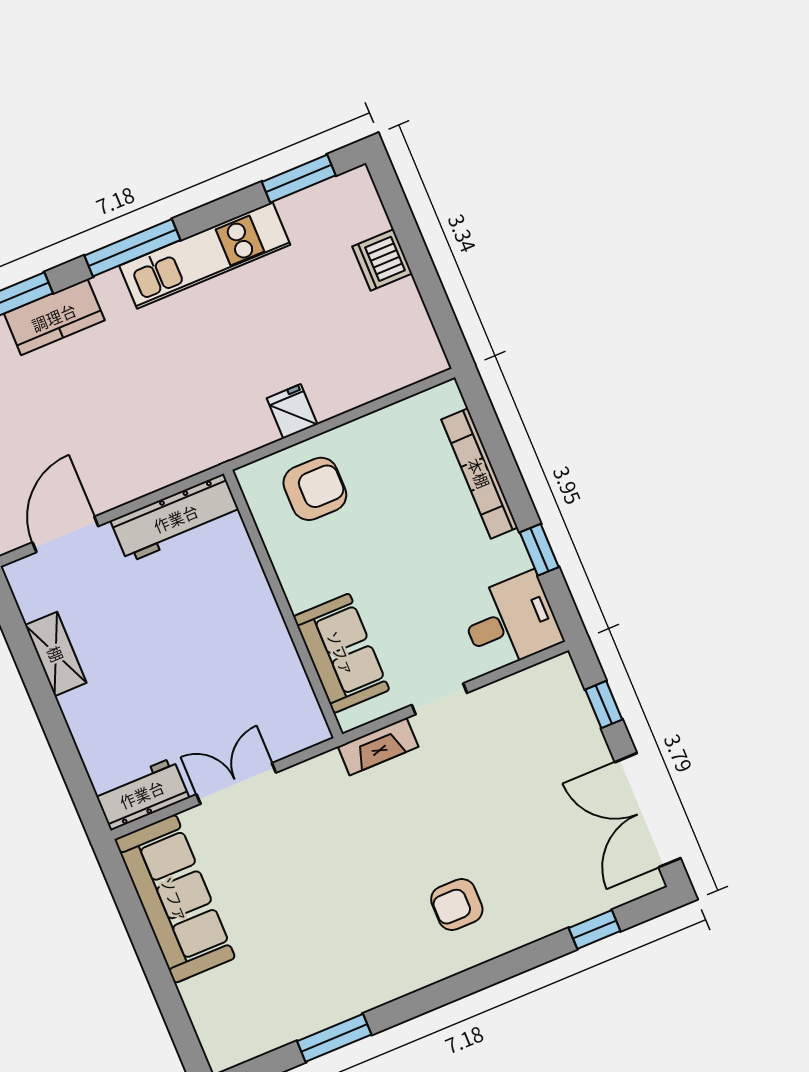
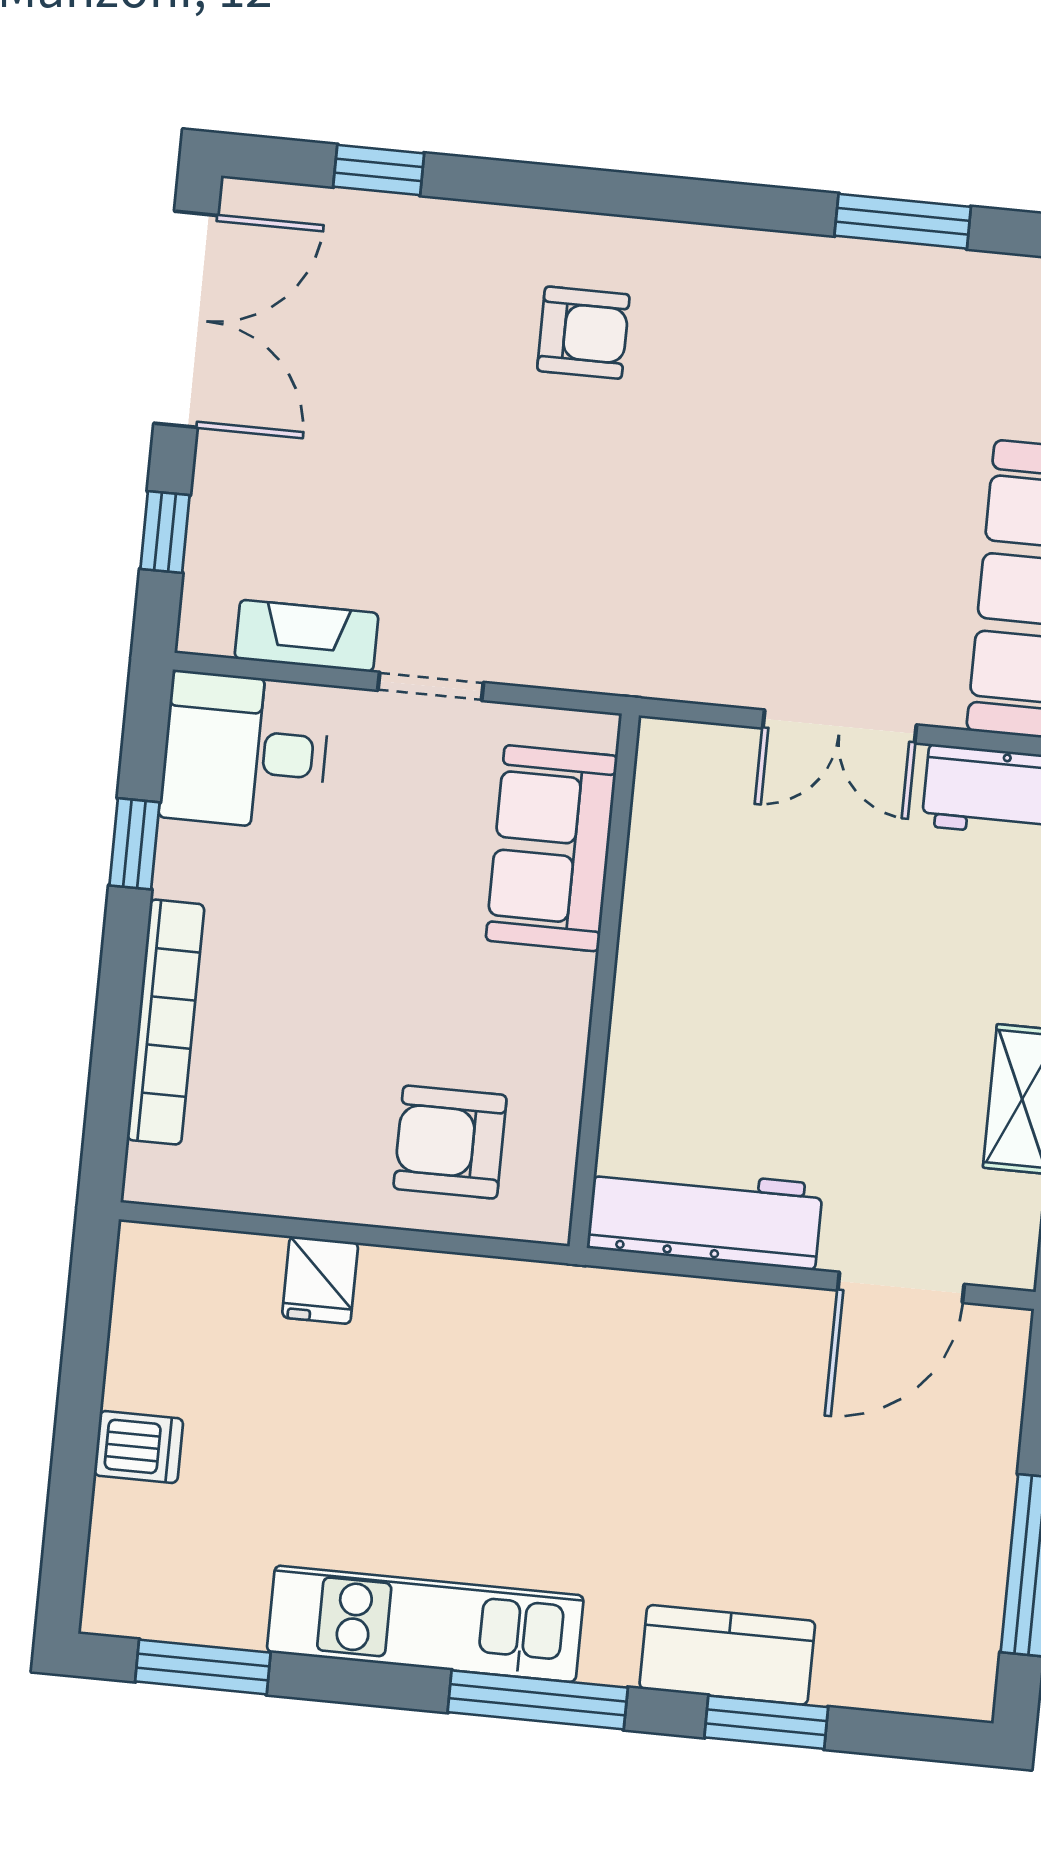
dishwasher: (382, 260) -> (139, 1447), width x0.73
fridge: (292, 411) -> (320, 1280), moved
fireplace: (378, 747) -> (307, 636), moved

